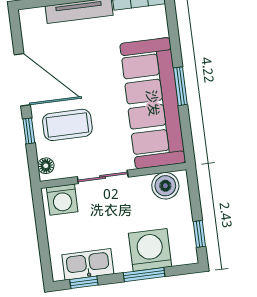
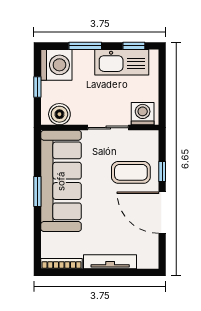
floor lamp: (46, 166) -> (152, 142), removed
window: (199, 234) -> (37, 87), moved
washing machine: (150, 250) -> (56, 65), moved, turned -90
kitchen sink: (88, 264) -> (122, 62), width x1.36, depth x1.24

